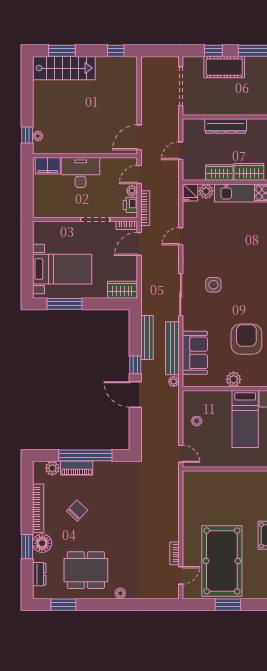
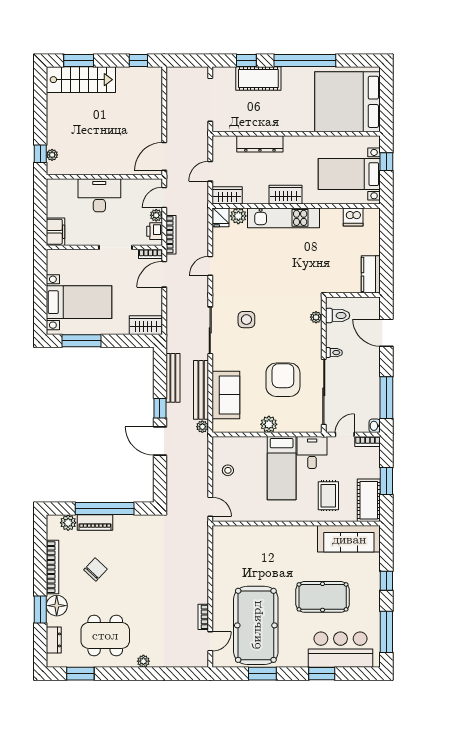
filing cabinet: (48, 166) -> (56, 232), moved, turned -90
wardrobe: (219, 173) -> (227, 195), moved

